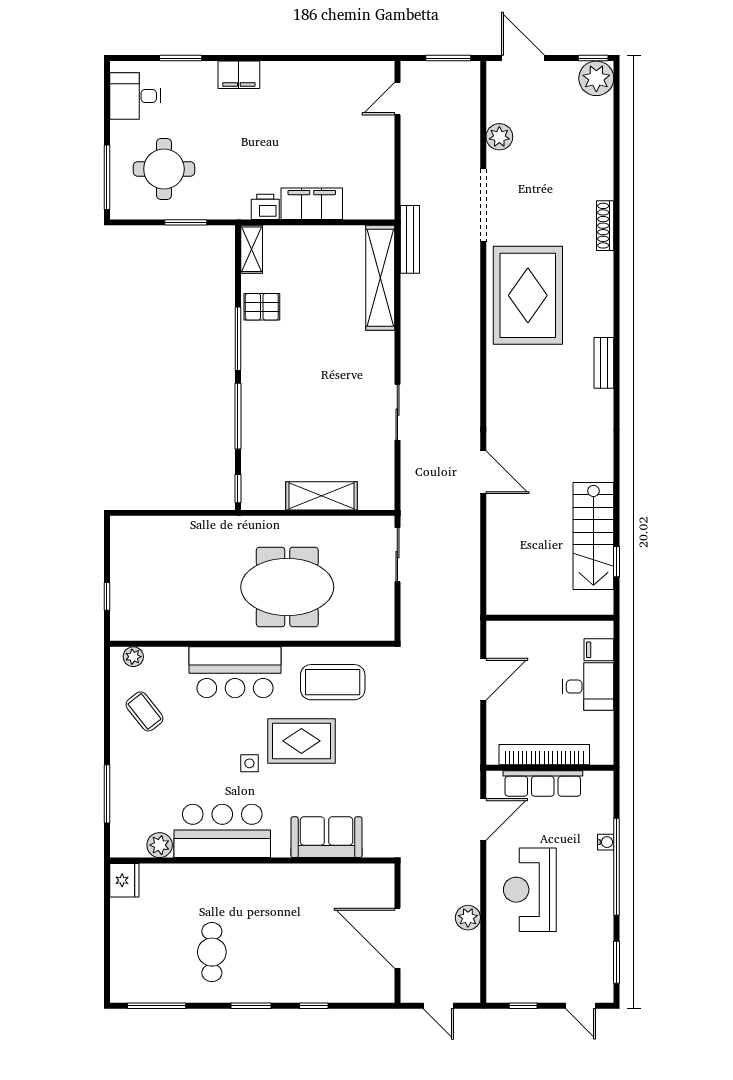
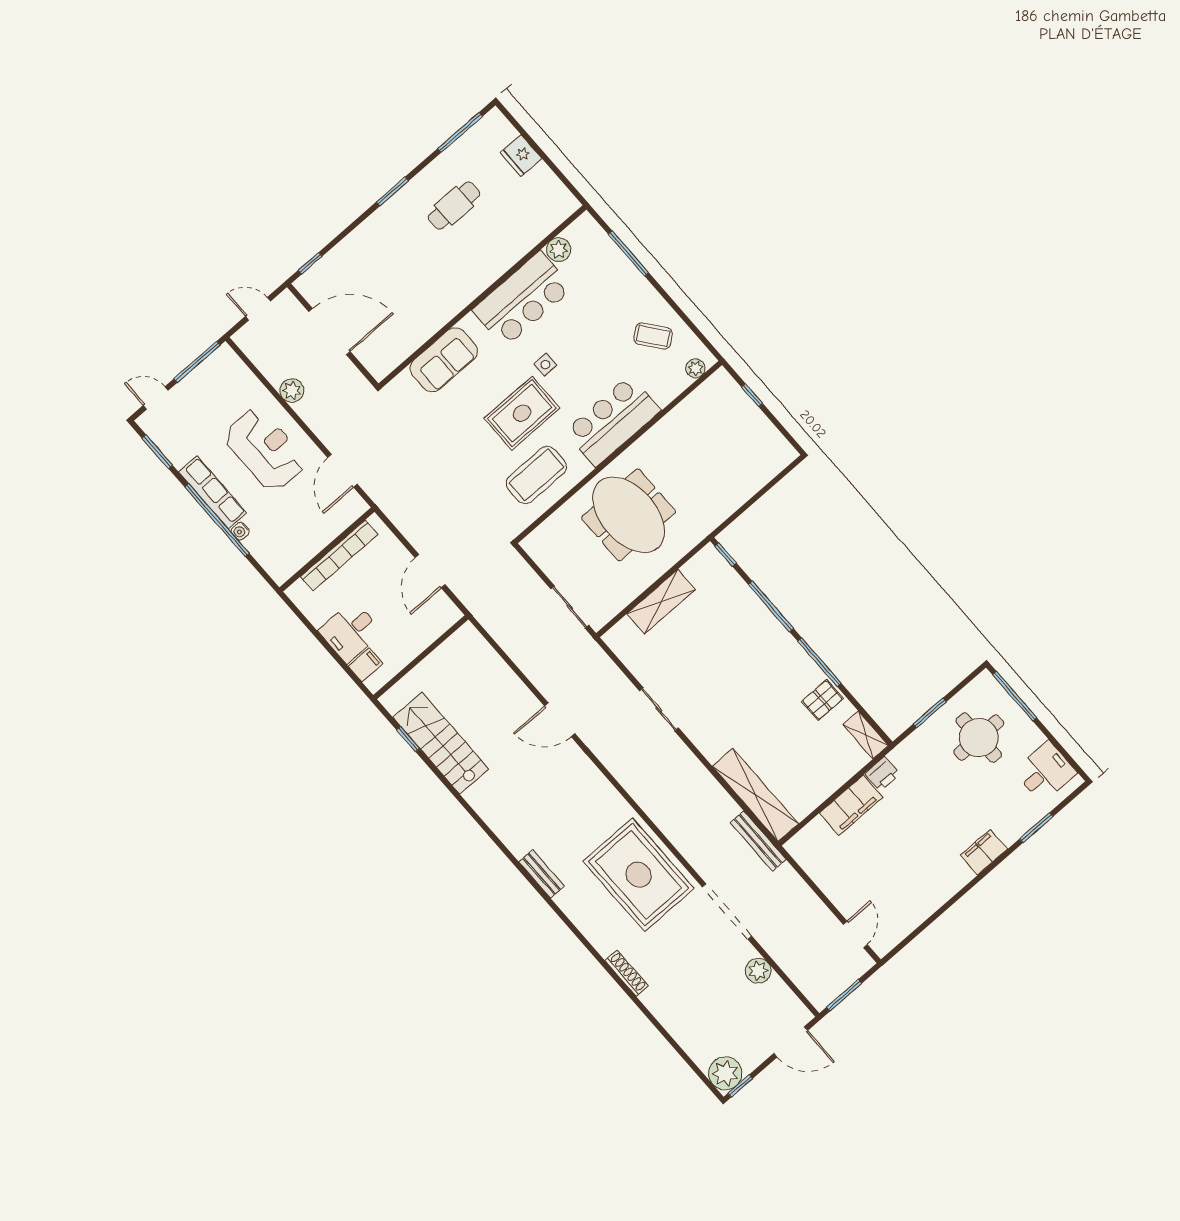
meeting table: (287, 587) -> (629, 515), turned 90
row of seats: (543, 783) -> (213, 492), moved, turned 90
fridge: (124, 880) -> (521, 155), moved
cafe table: (212, 952) -> (454, 206), turned 90
window: (314, 1006) -> (310, 263), moved
window: (523, 1006) -> (197, 362), width x2.17

